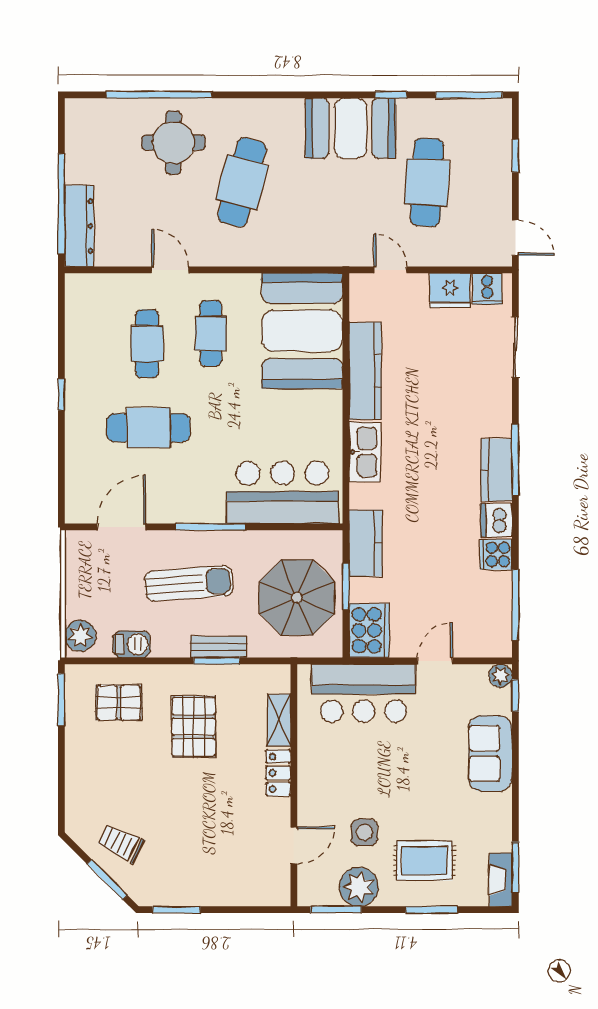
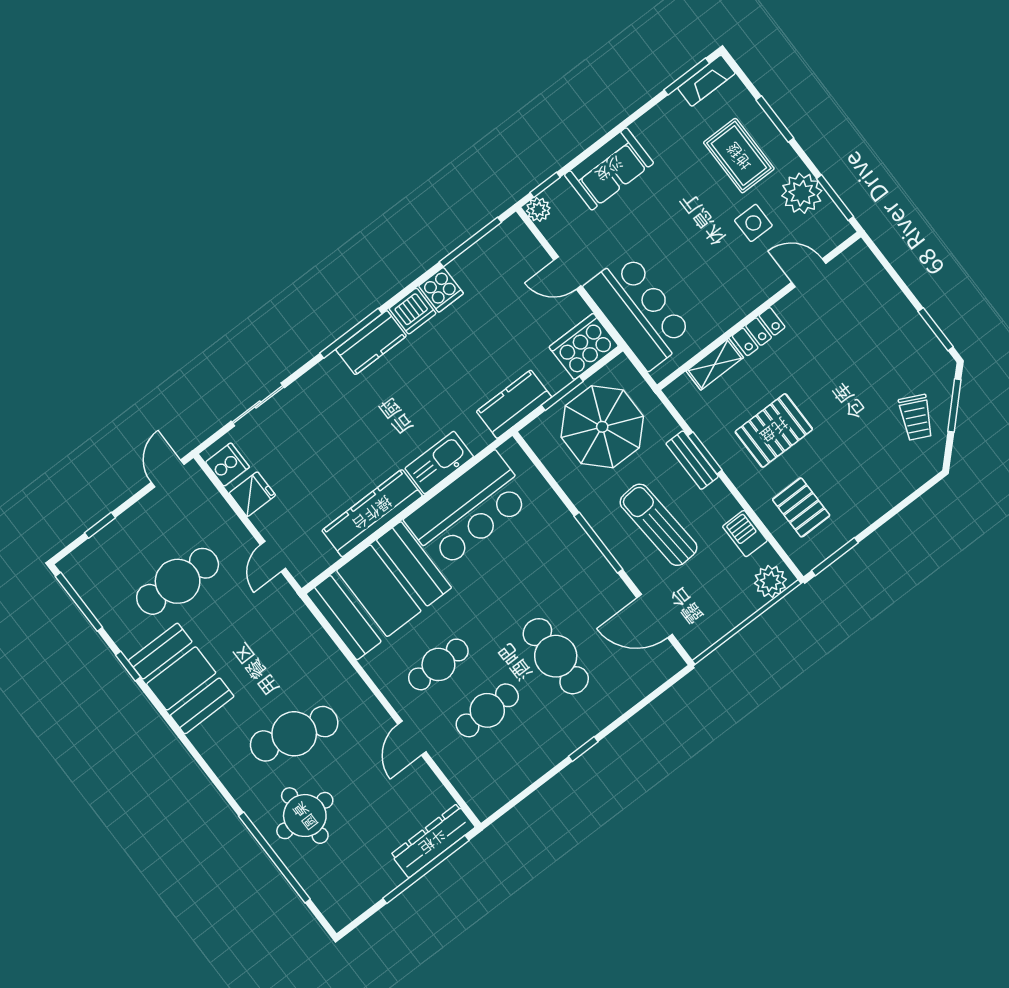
fridge: (450, 290) -> (252, 494), width x0.72
bar counter: (282, 492) -> (469, 510), moved, turned -90

